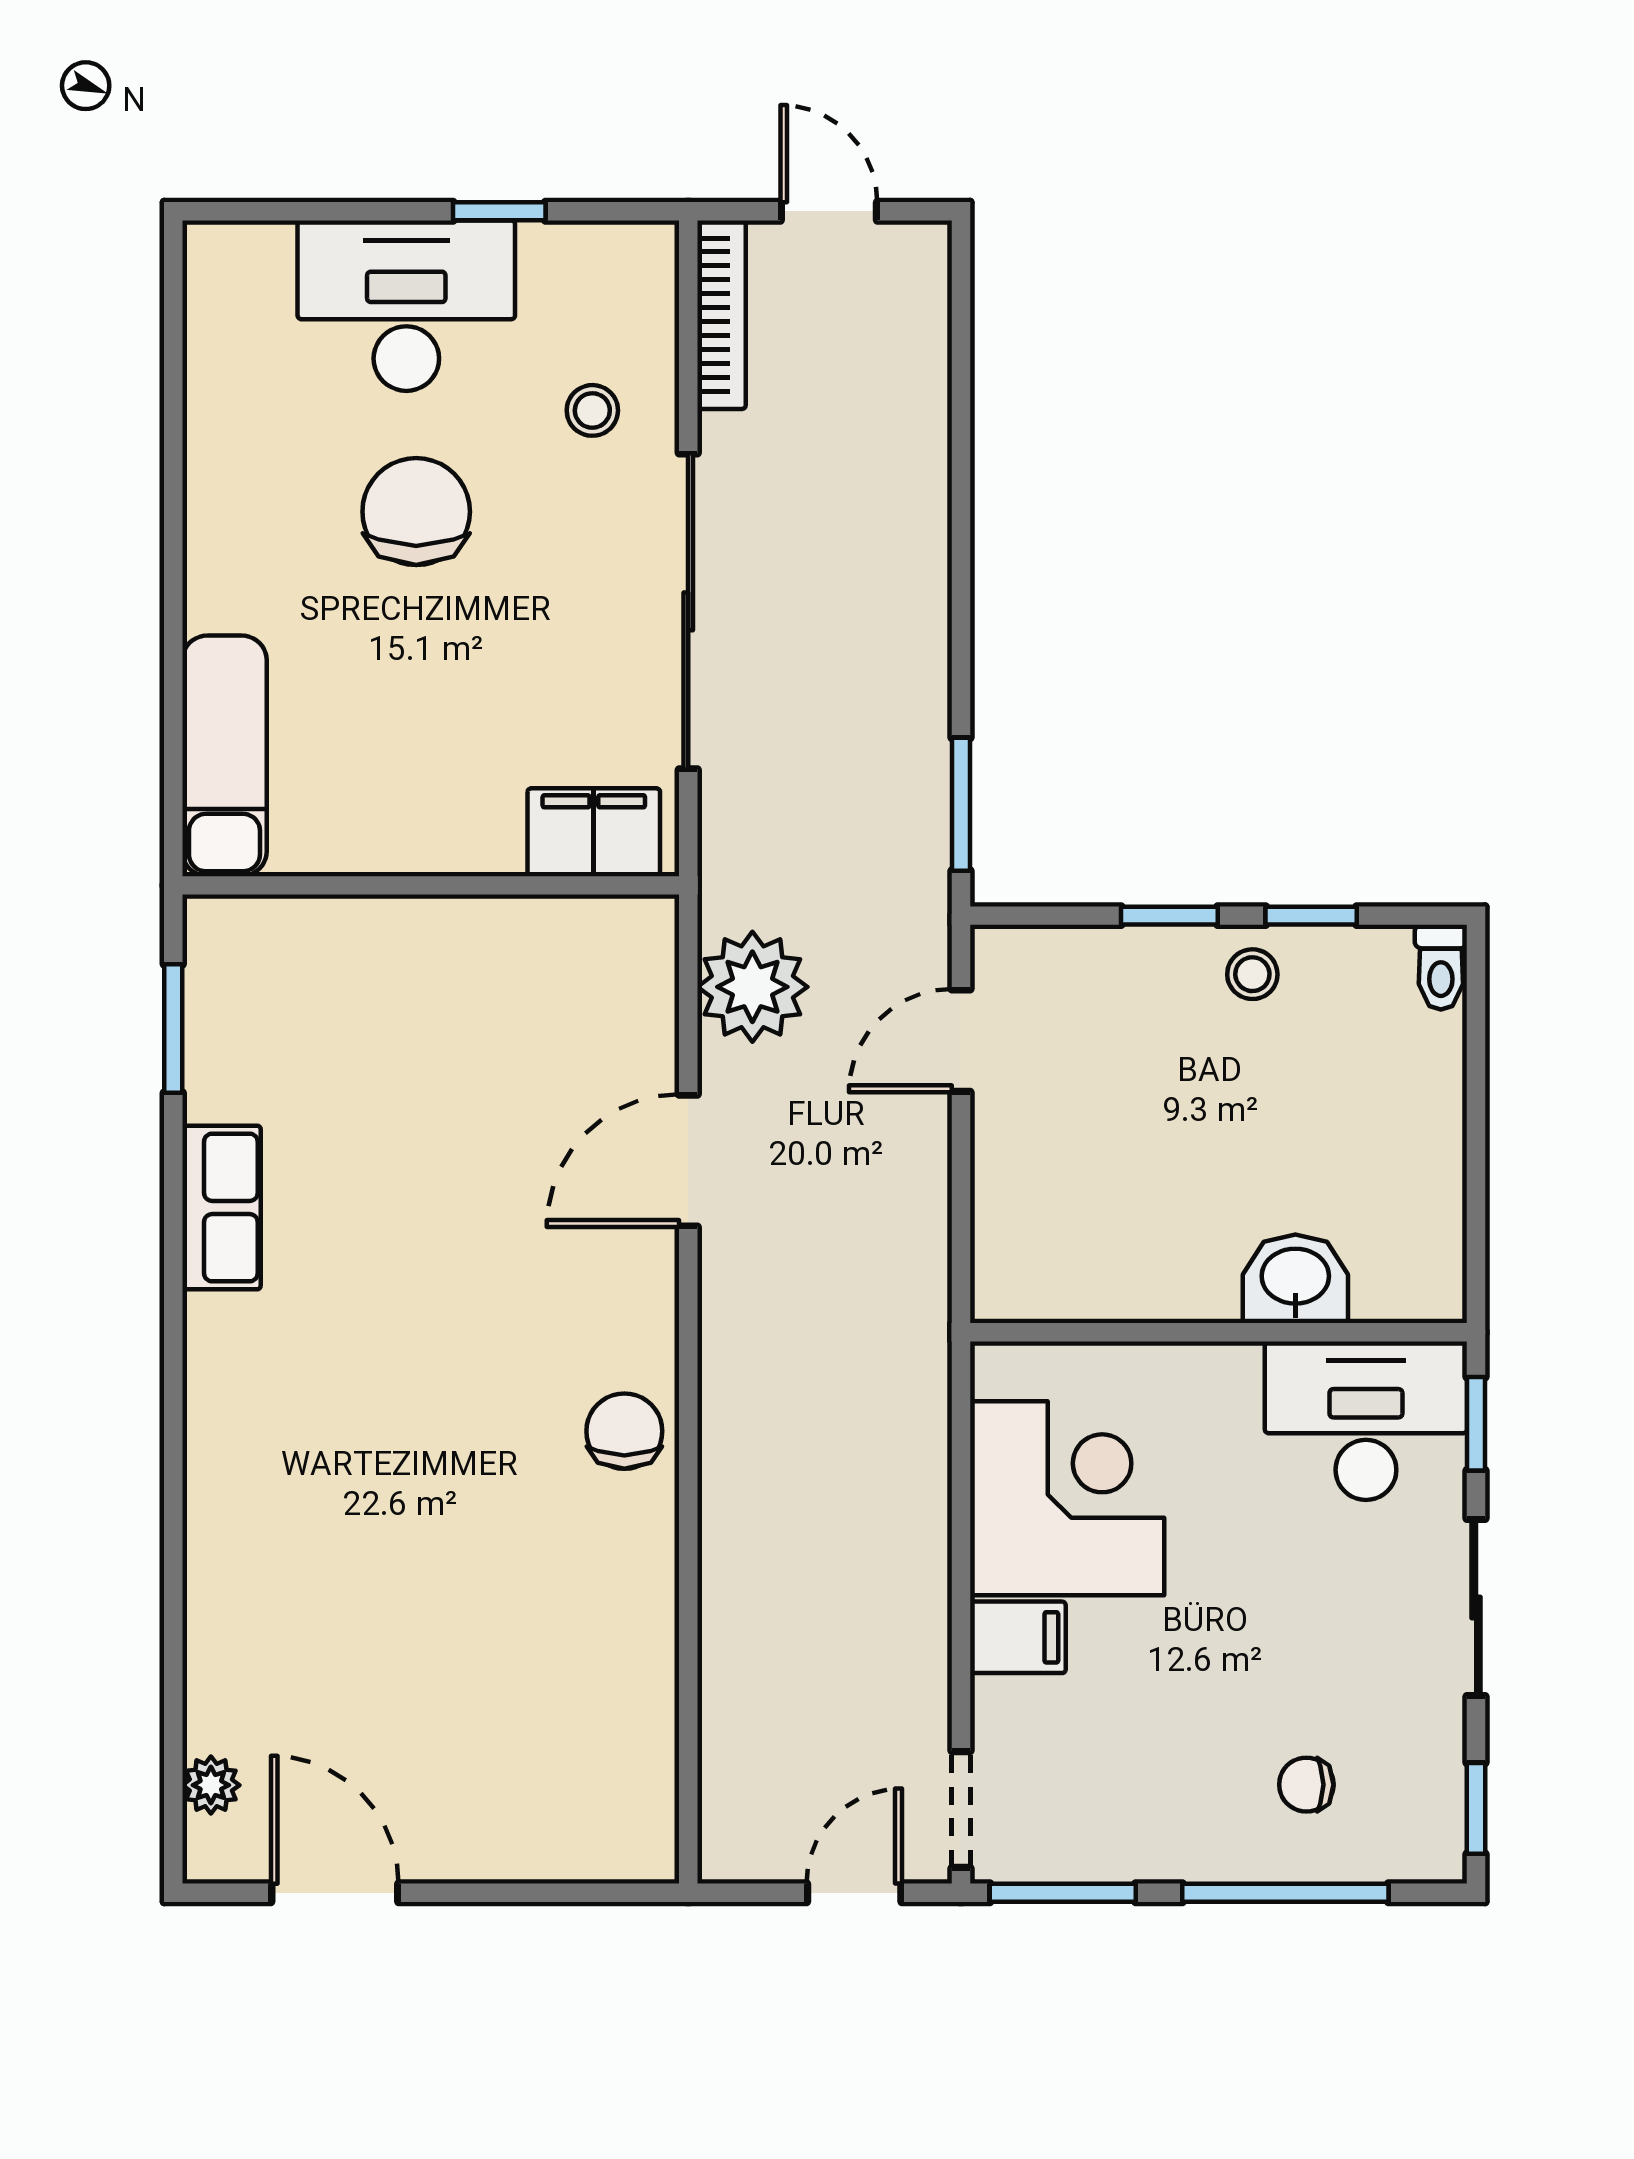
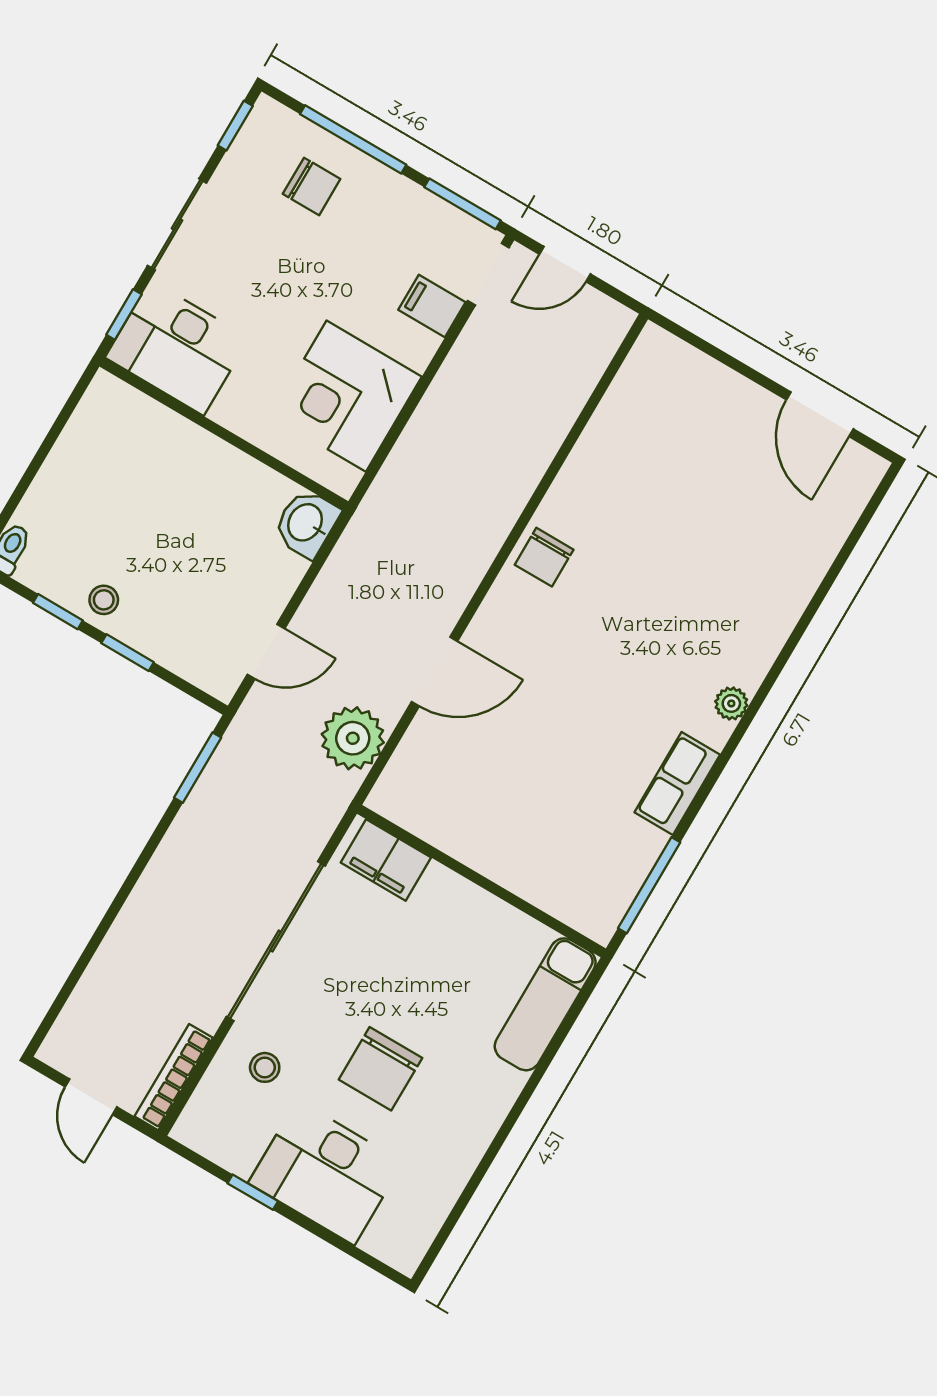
window: (173, 1029) -> (649, 885), width x1.44
washbasin: (1295, 1279) -> (306, 523), moved, turned 90
filing cabinet: (1018, 1637) -> (432, 306), moved
plant: (211, 1785) -> (731, 703), moved
chair: (1306, 1785) -> (312, 186), width x1.37, depth x1.37

